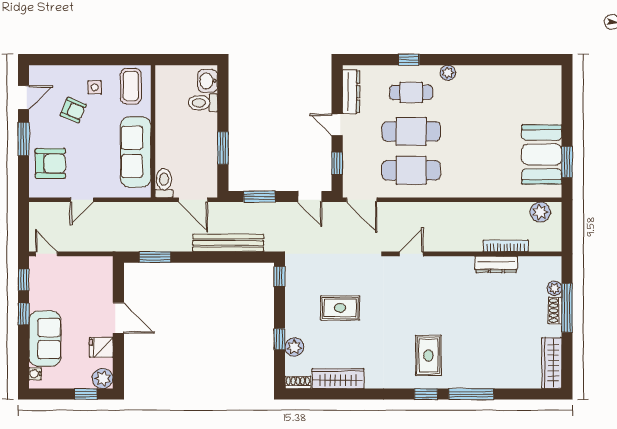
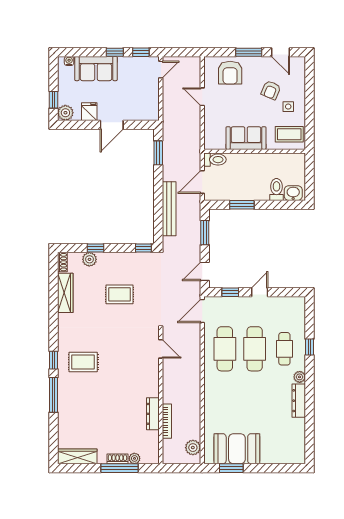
dresser: (351, 92) -> (299, 401), moved, turned 90
sofa: (136, 152) -> (246, 138), width x0.73
rug: (340, 308) -> (119, 294), turned 90

